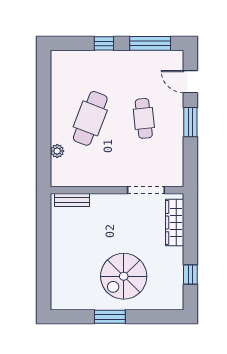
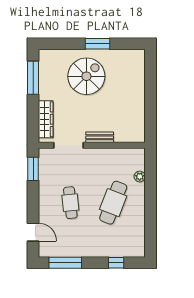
window: (104, 43) -> (116, 263), moved
window: (190, 122) -> (33, 169), moved
bench: (72, 200) -> (100, 137), moved
window: (190, 274) -> (33, 78), width x2.17

